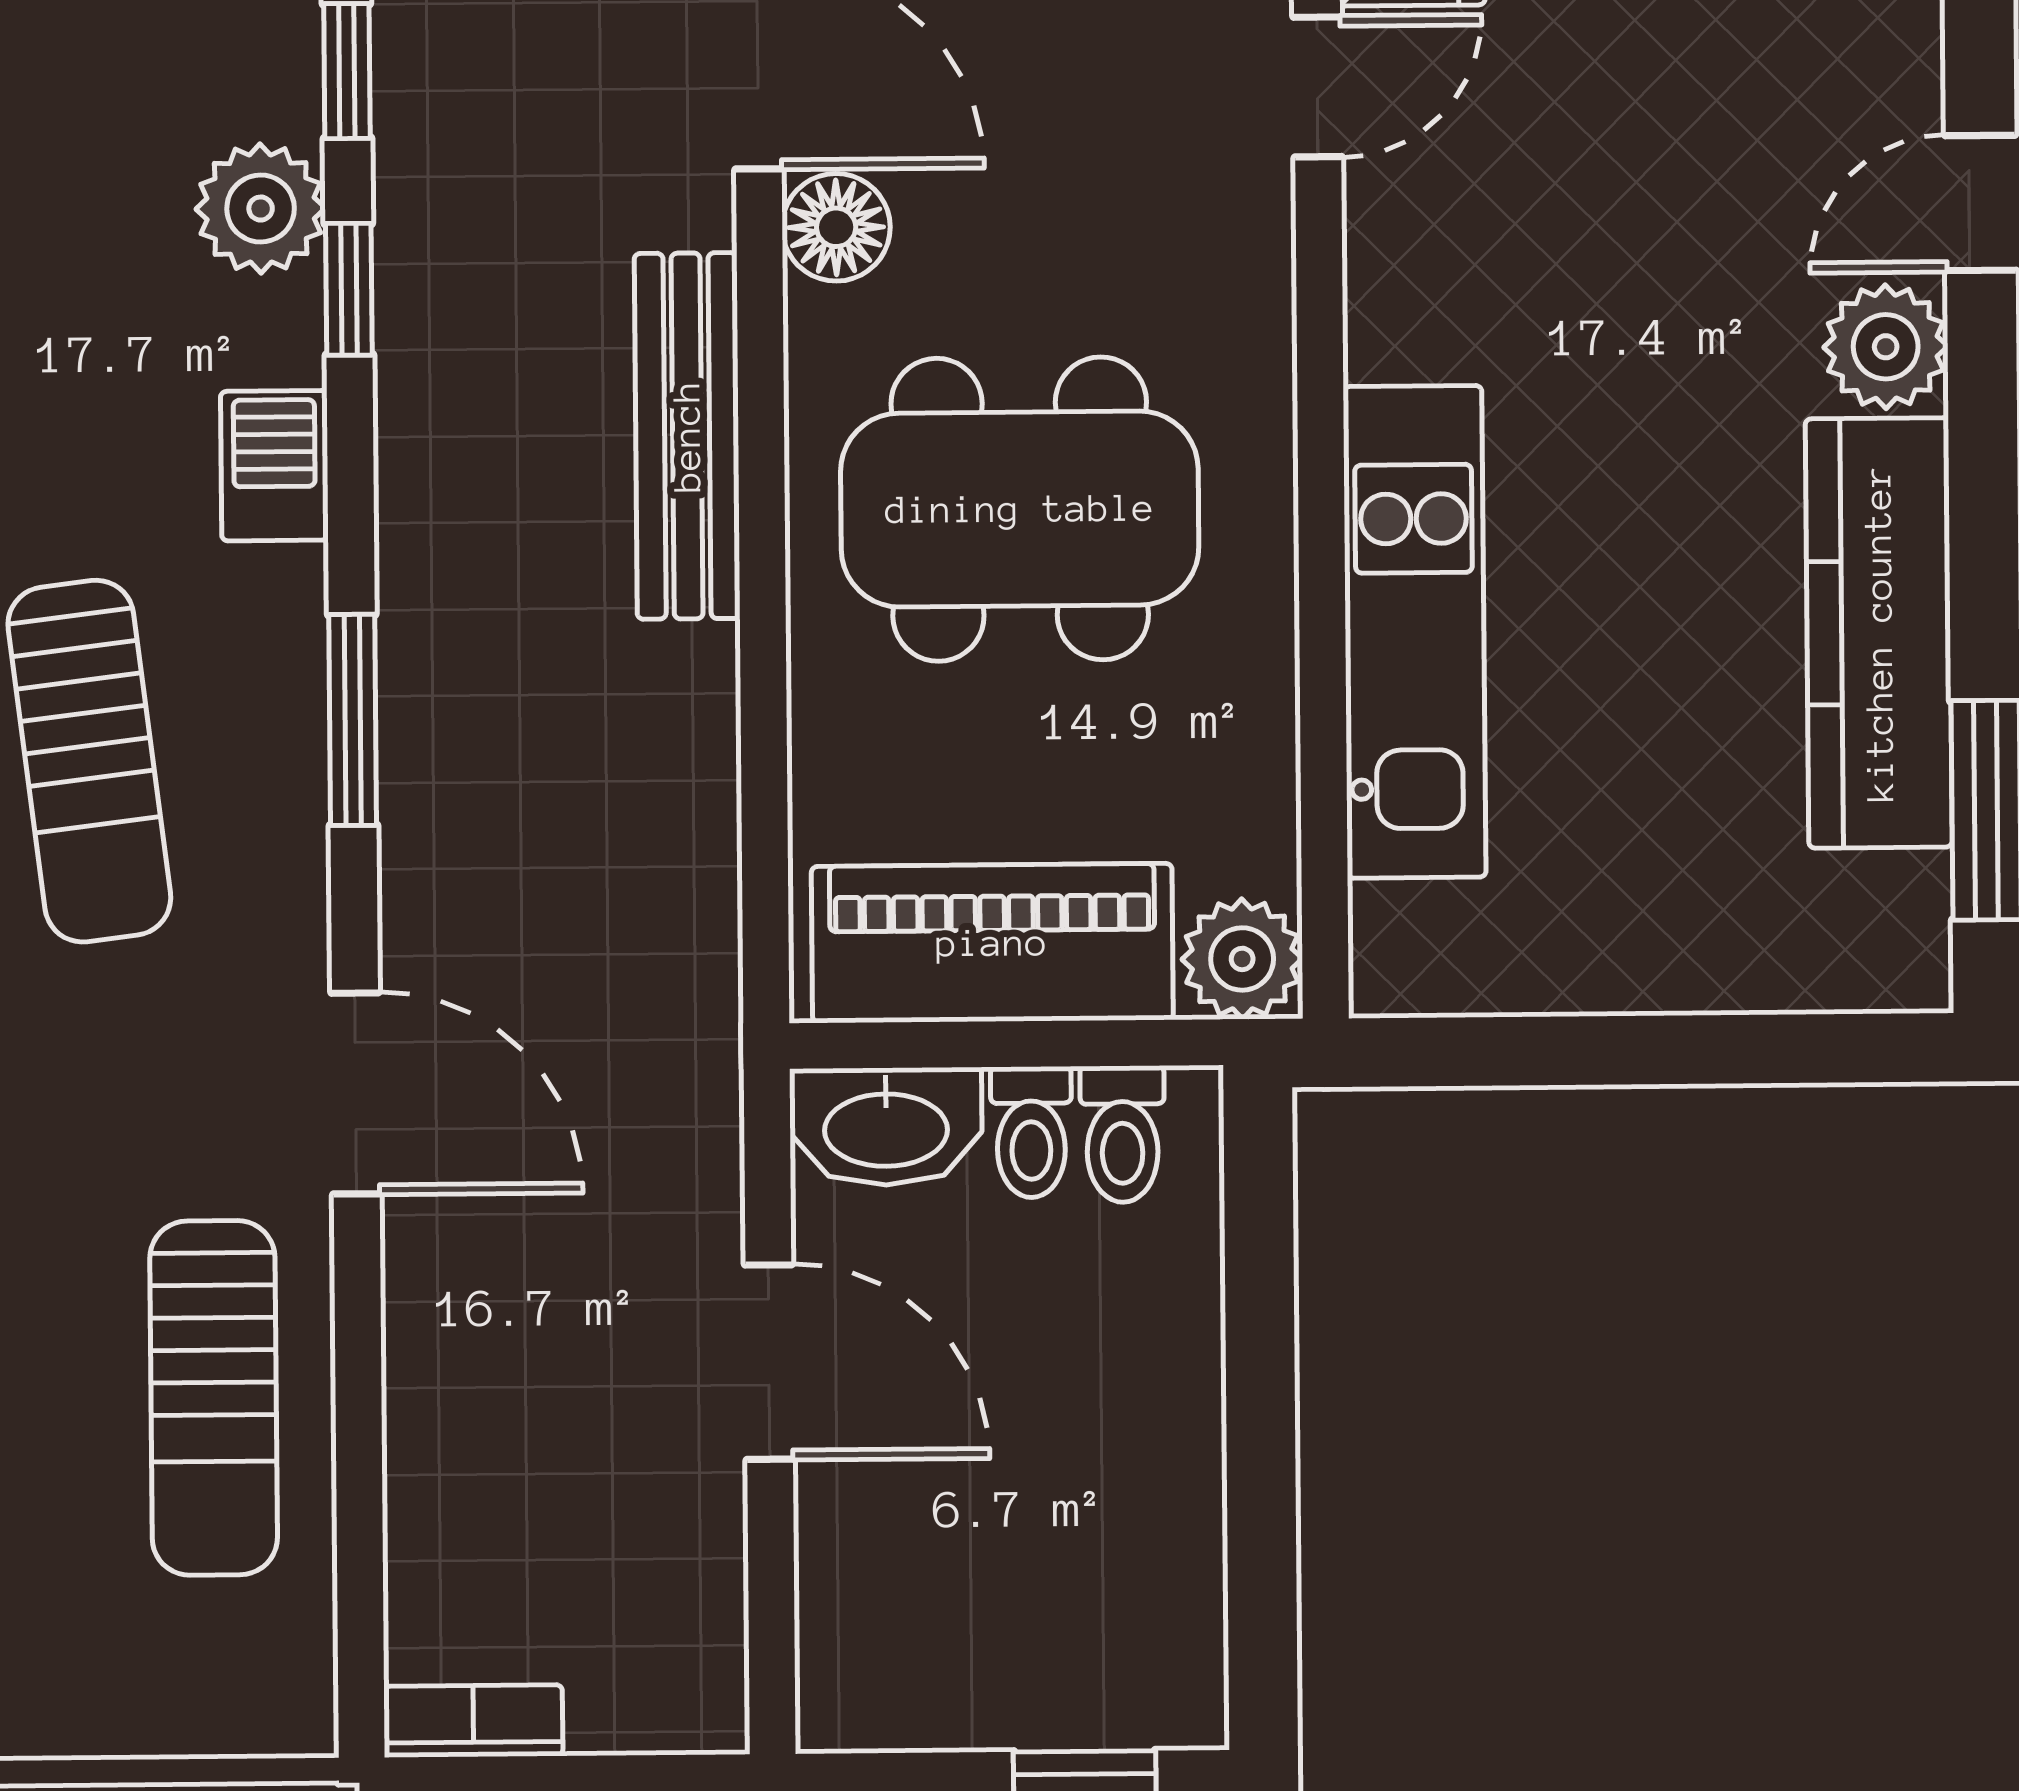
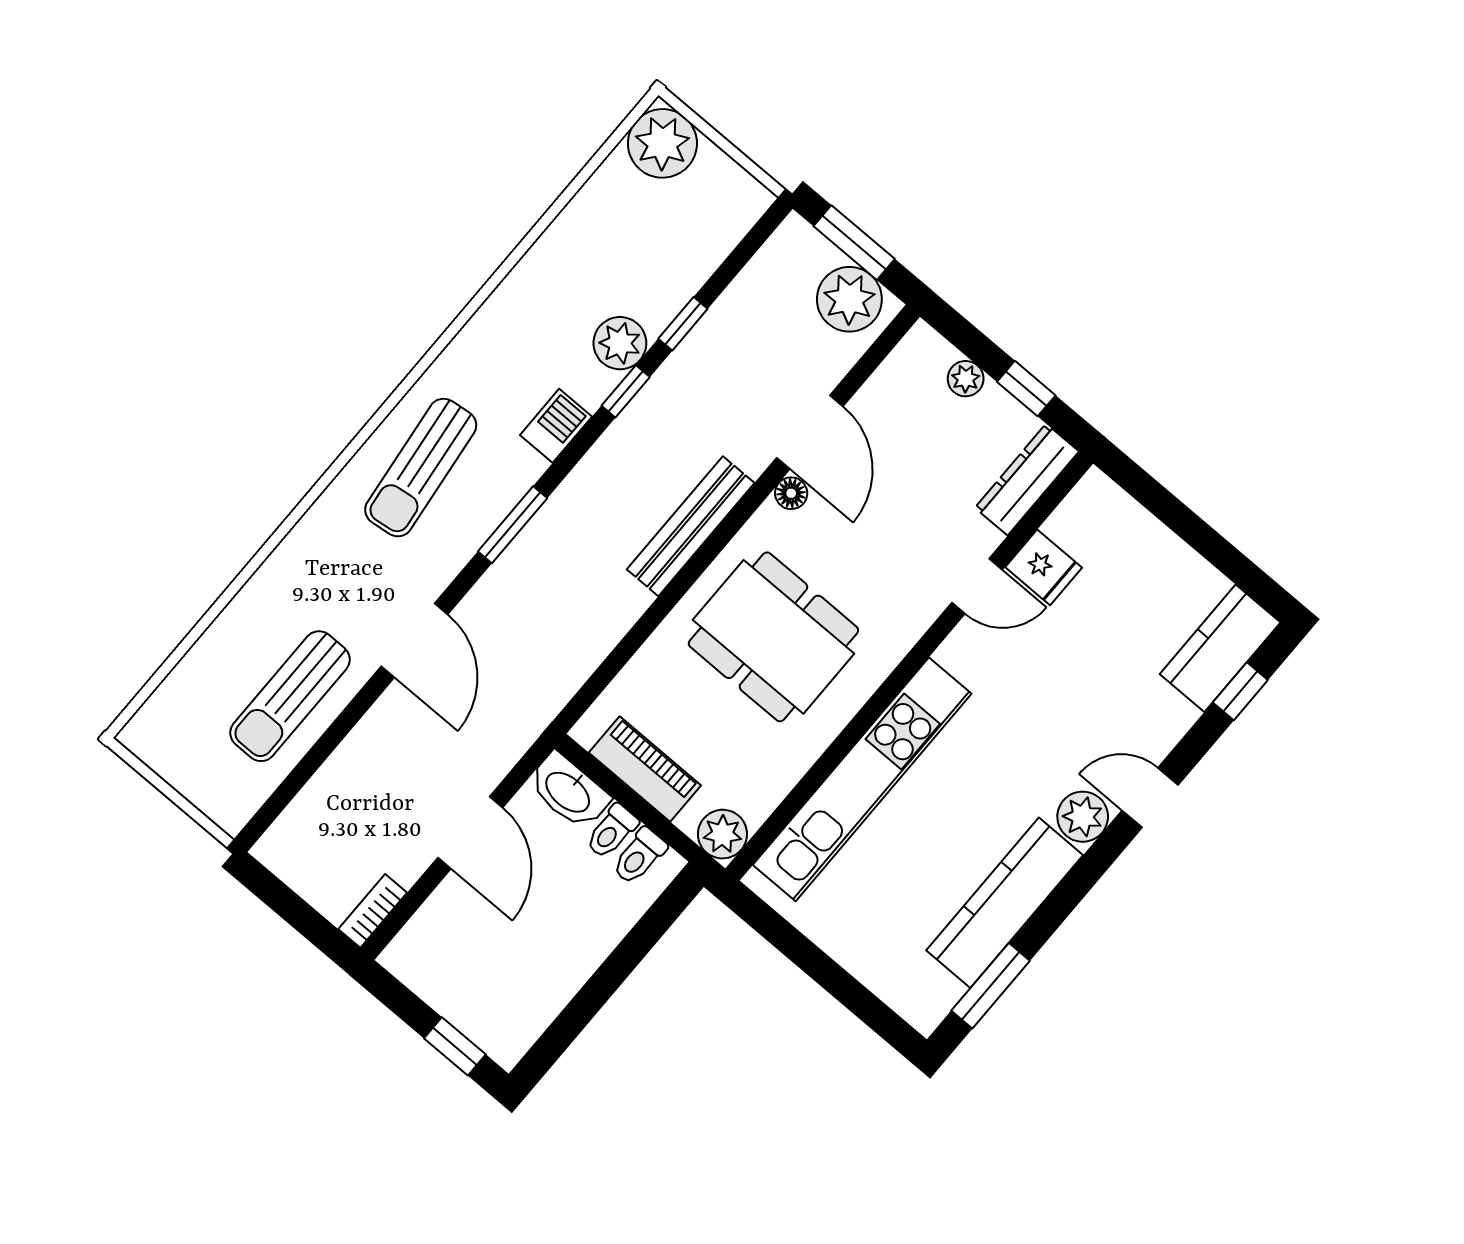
floor lamp: (836, 227) -> (791, 493), width x0.73, depth x0.73
kitchen unit: (1414, 632) -> (862, 779), width x1.36
piano: (992, 943) -> (645, 769), width x0.73, depth x0.75
bookcase: (473, 1721) -> (373, 911), moved, turned -90

